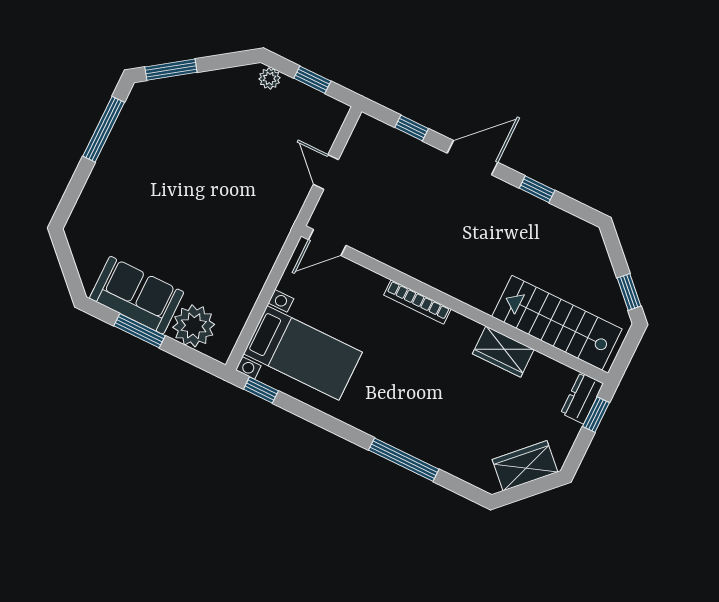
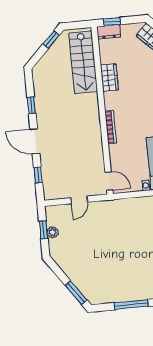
plant: (270, 78) -> (52, 232), moved
window: (104, 129) -> (131, 305), moved

